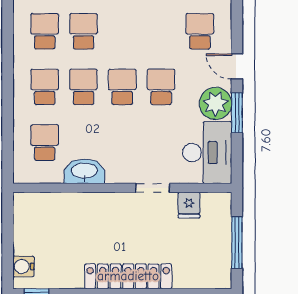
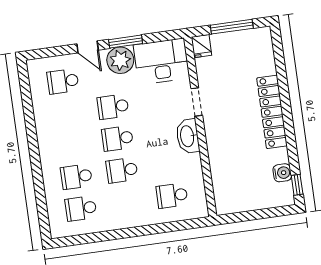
door: (237, 67) -> (88, 47), hinge flipped
school desk: (45, 87) -> (126, 202), removed
washbasin: (84, 171) -> (188, 136), moved
fridge: (189, 205) -> (201, 46), moved, turned 90
water cooler: (23, 266) -> (282, 173), moved, turned -90

